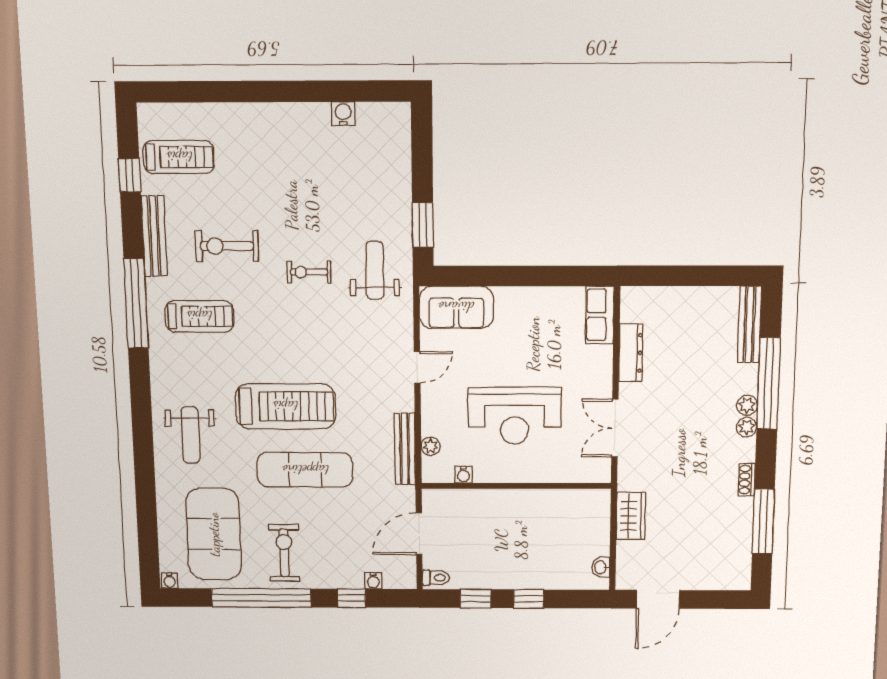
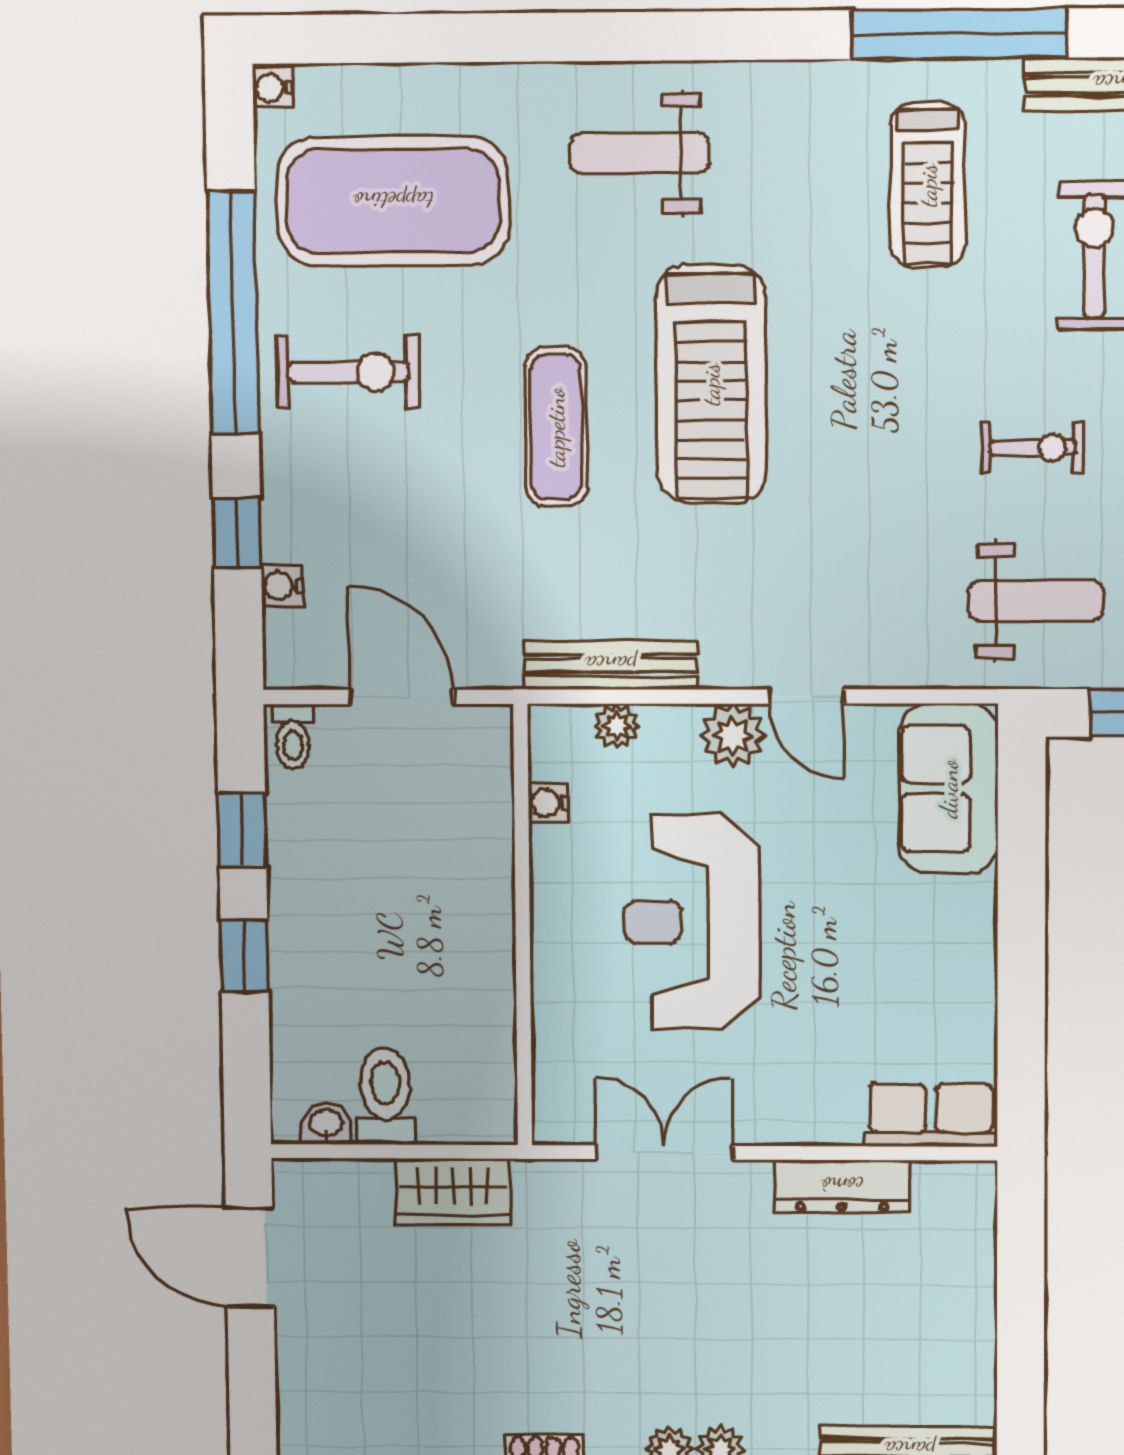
exercise bike: (309, 272) -> (1033, 448), turned 90
plant: (434, 398) -> (733, 736), added
exercise mat: (305, 470) -> (556, 427), width x0.73, depth x0.69
toilet: (589, 543) -> (385, 1096), added

